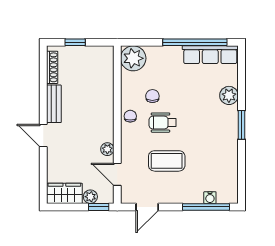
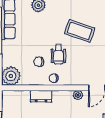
dresser: (106, 99) -> (41, 96), added
coffee table: (167, 161) -> (80, 31), moved, turned -71

